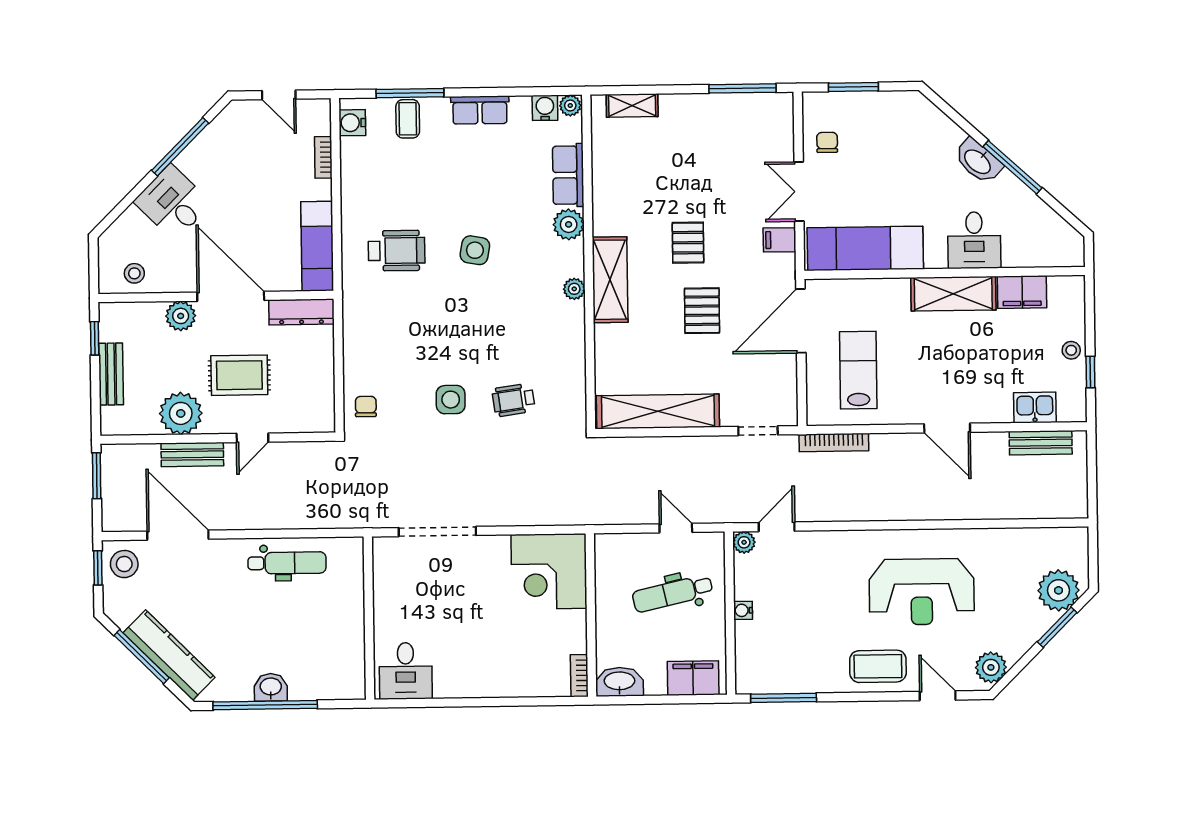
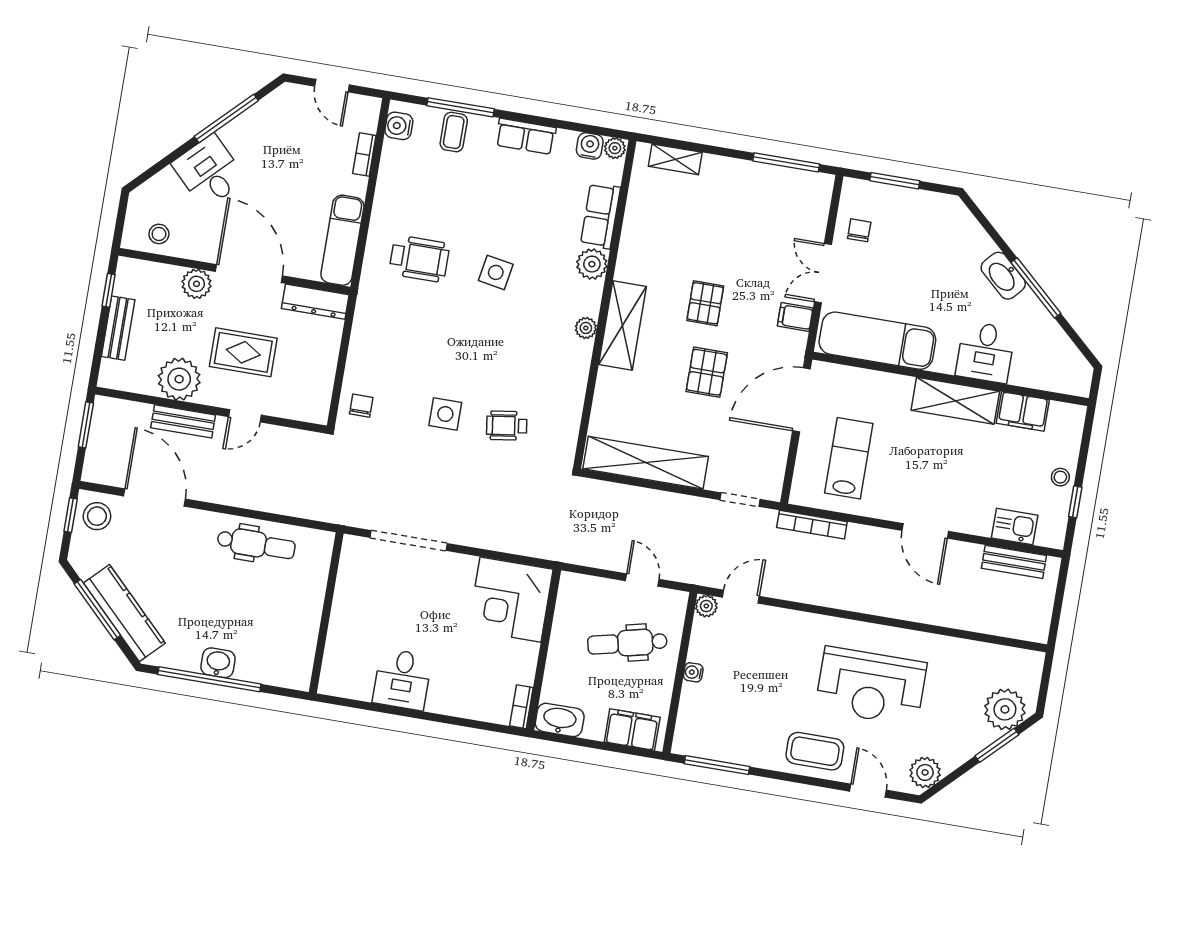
desk: (406, 671) -> (402, 679), moved

